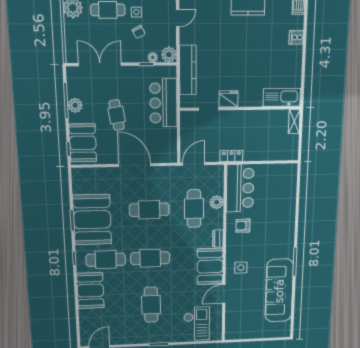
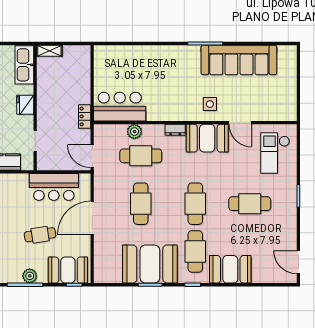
fridge: (229, 99) -> (25, 105), moved
bar counter: (163, 103) -> (54, 187), moved
armchair: (243, 226) -> (162, 103), removed
checkout: (197, 324) -> (275, 153), turned -90

